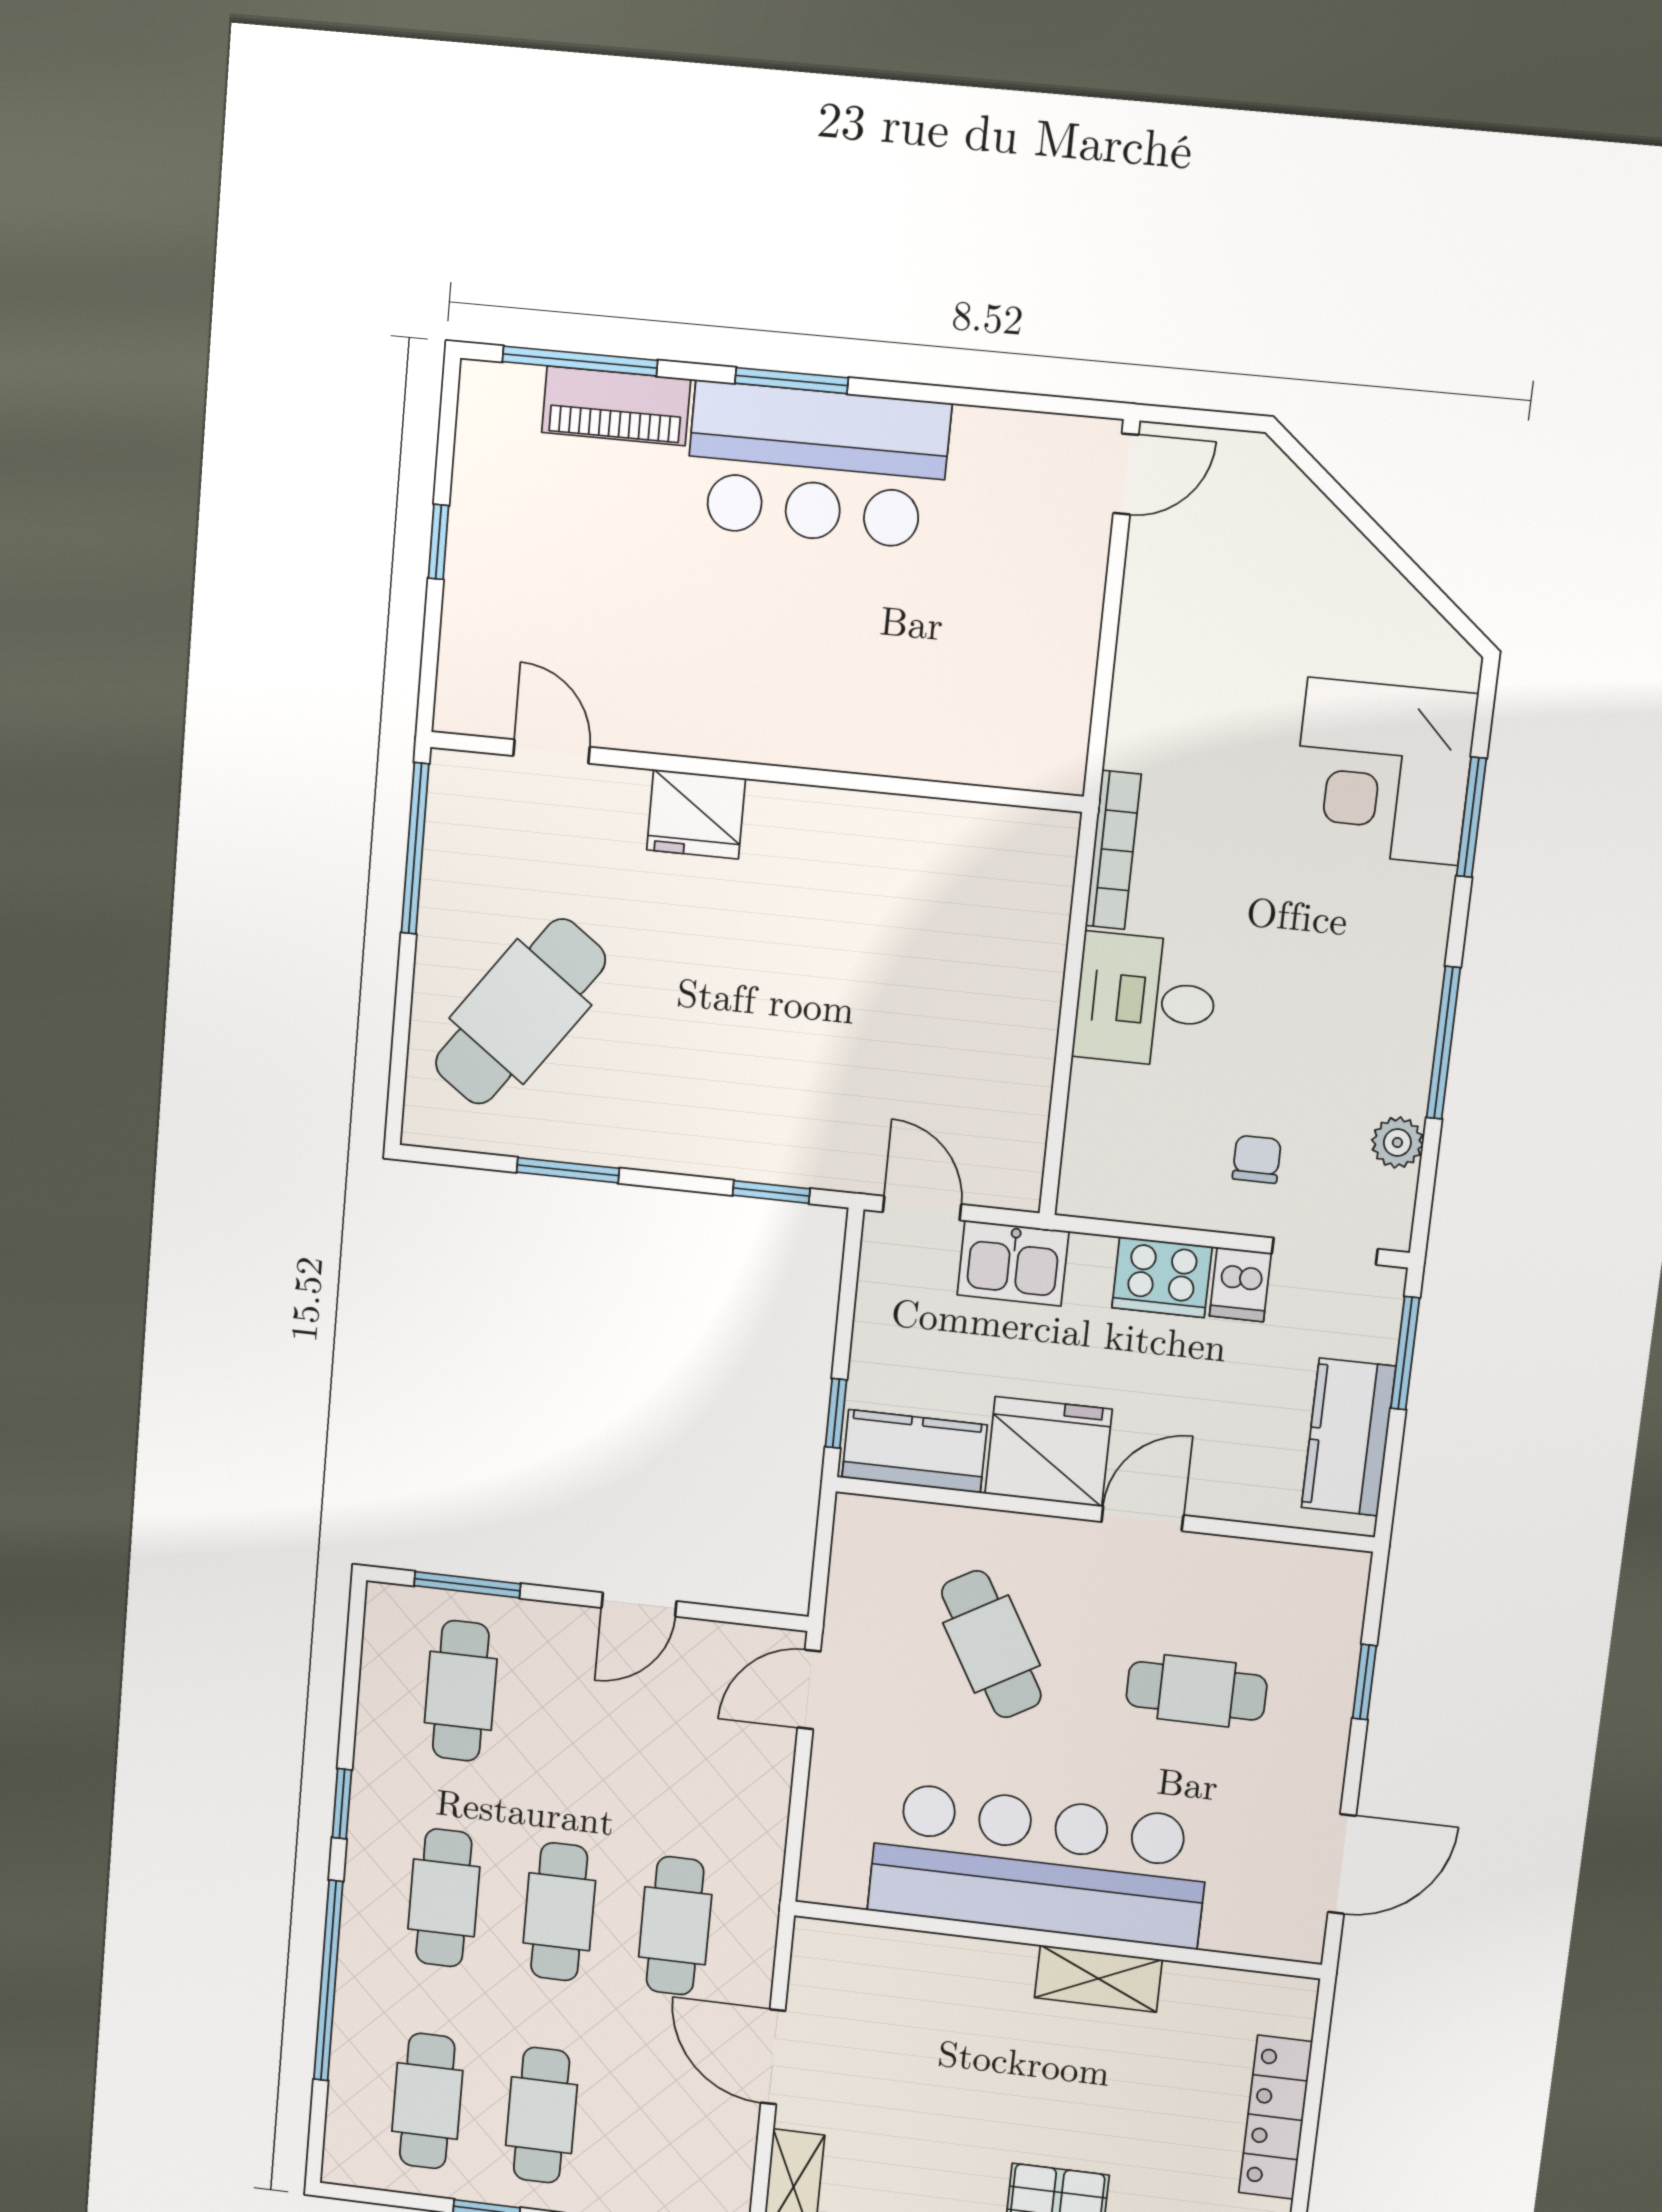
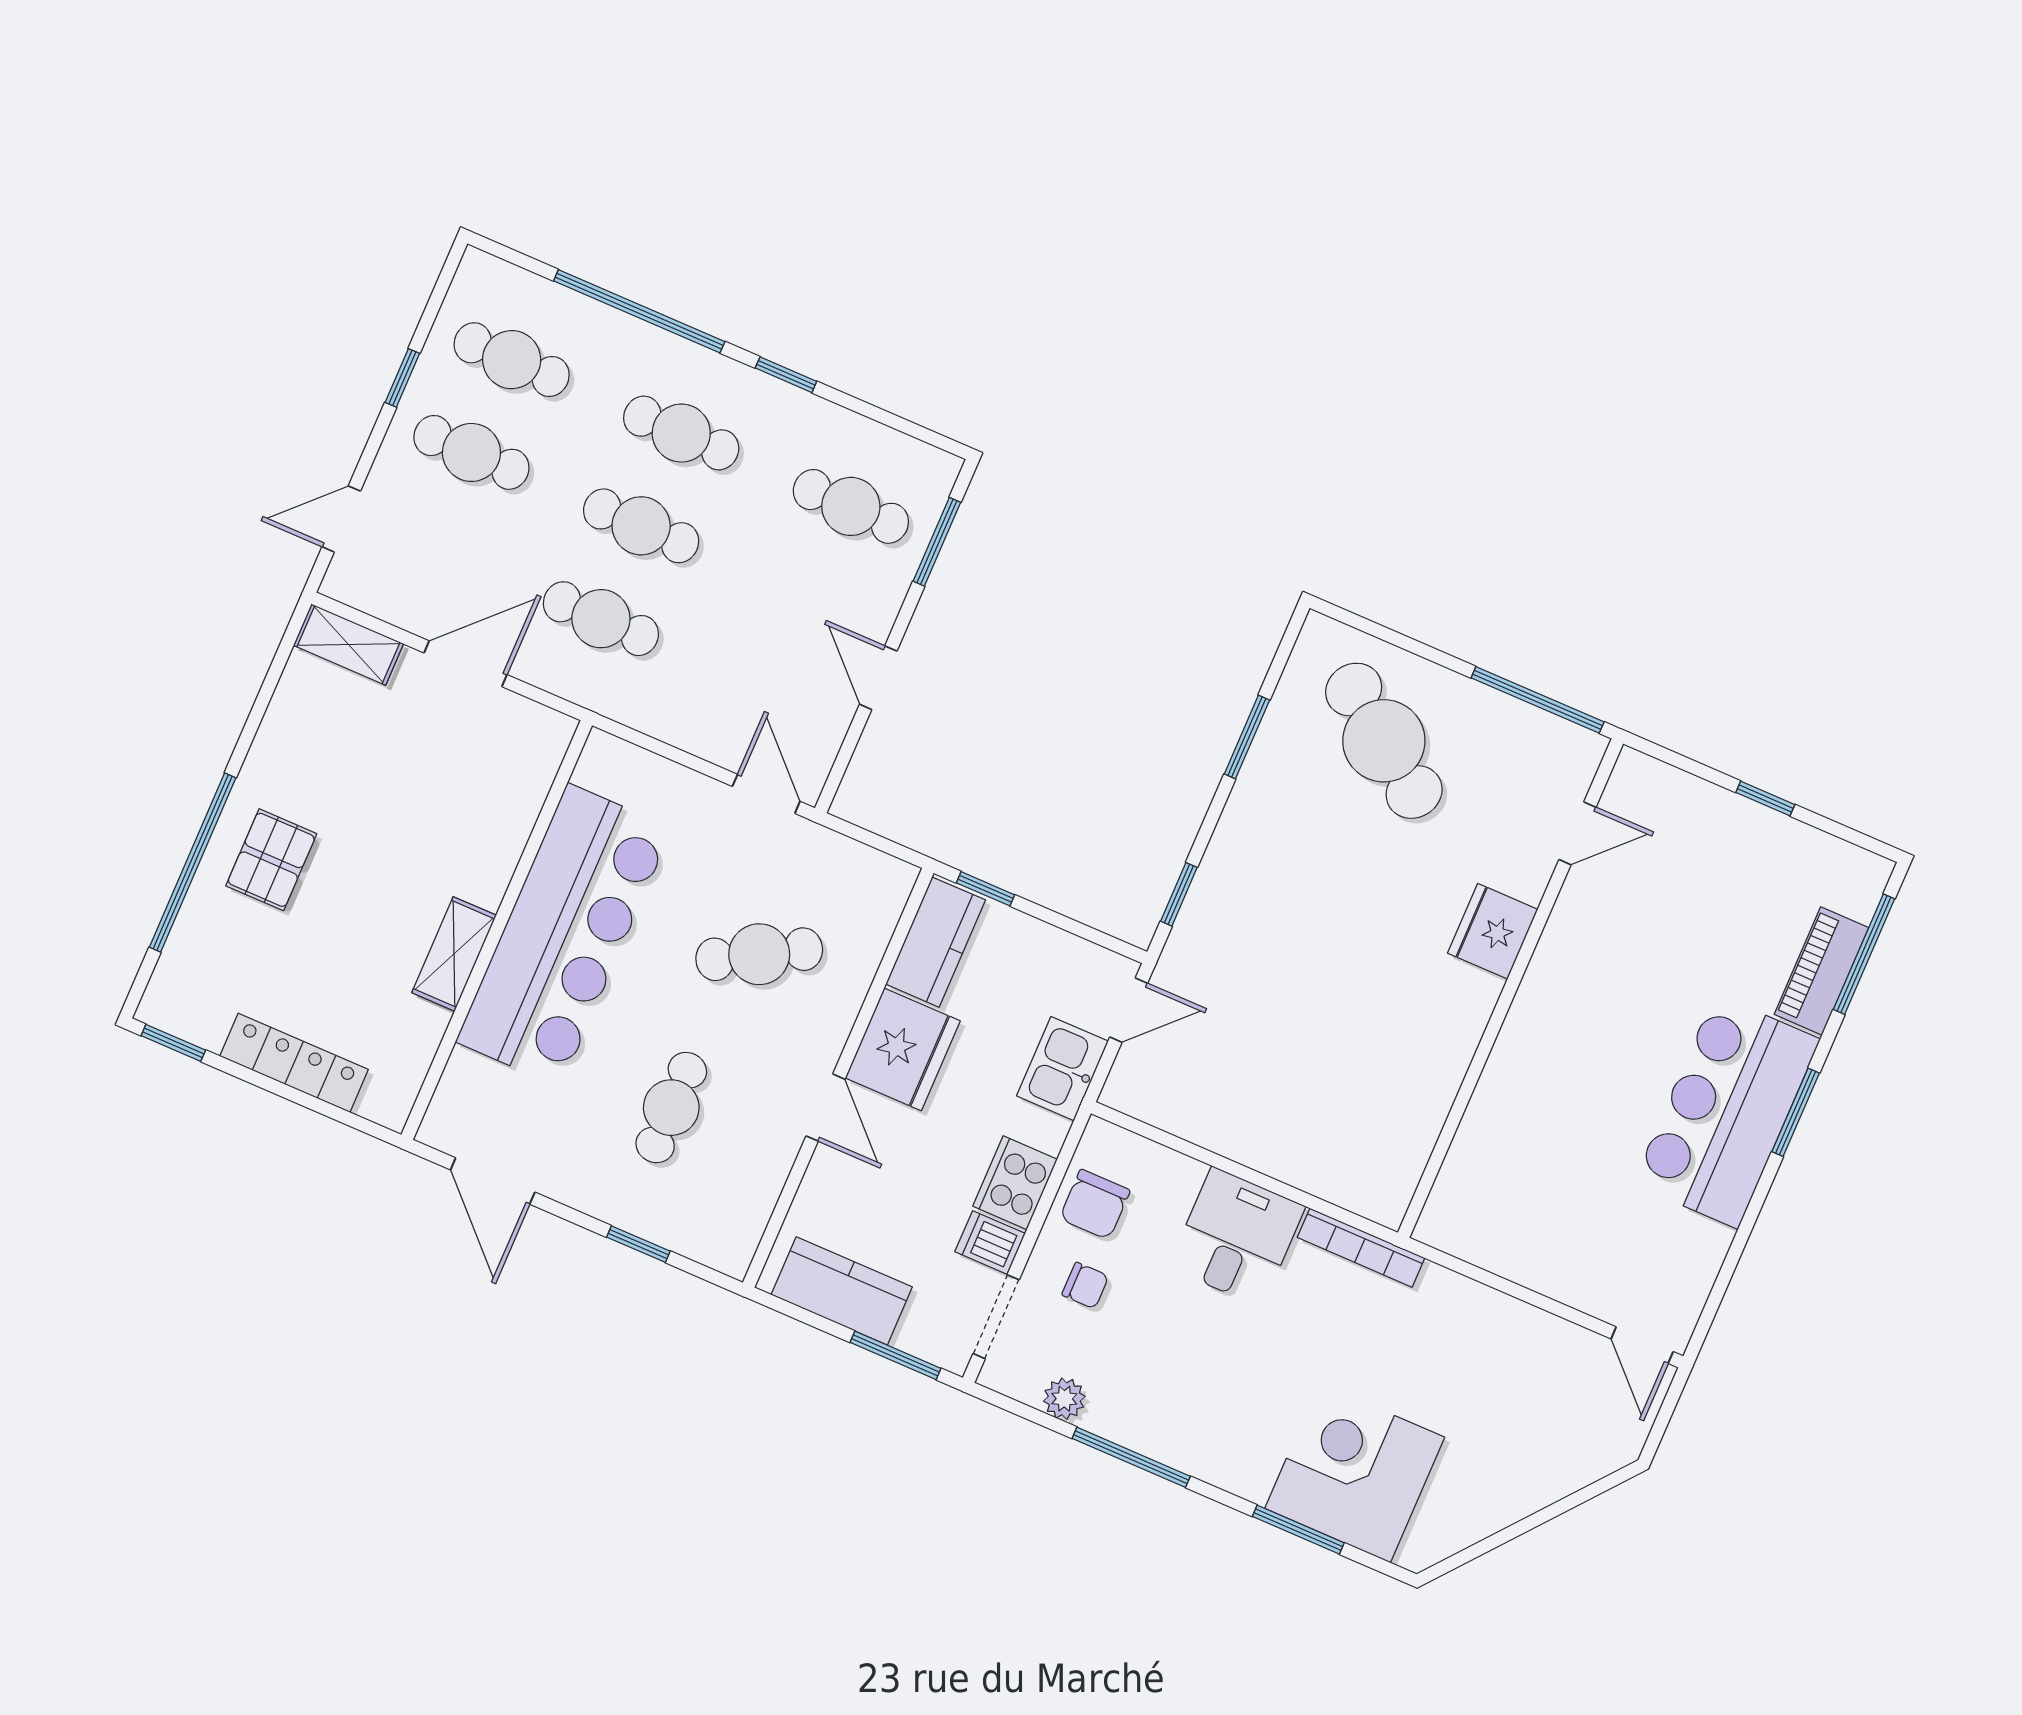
chair: (1159, 1178) -> (1095, 1204), added

